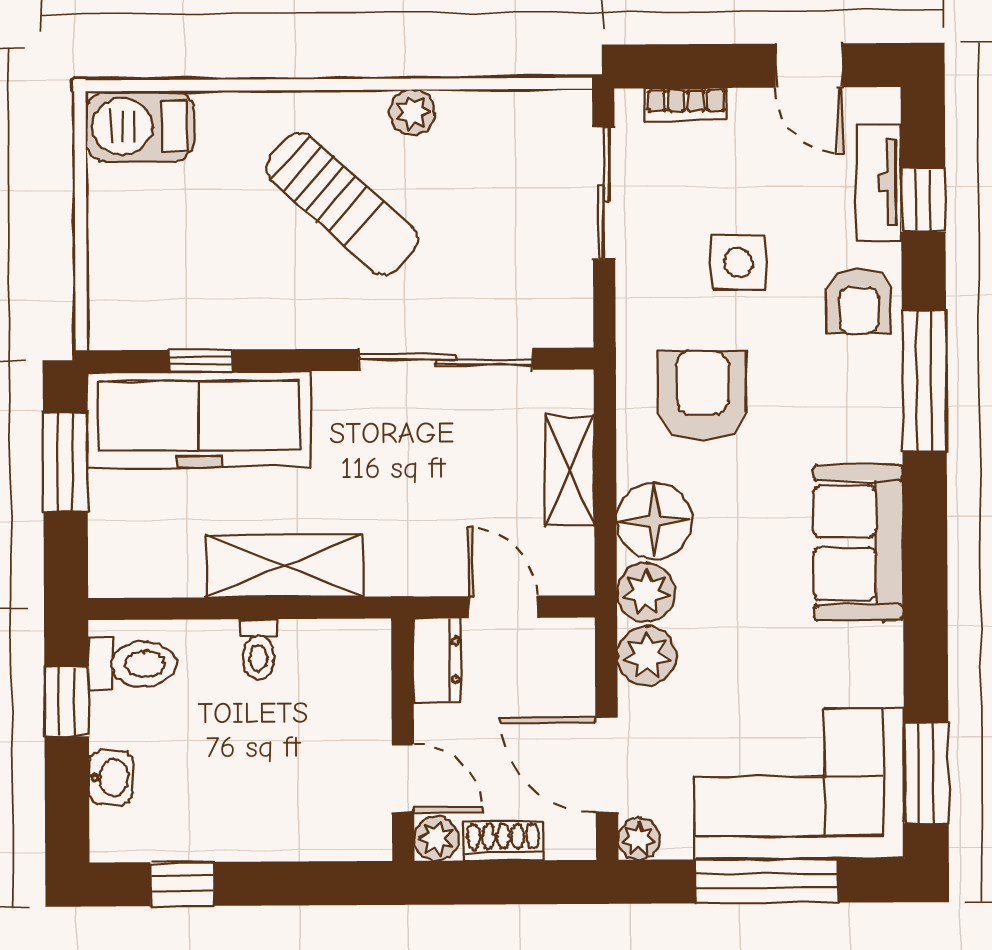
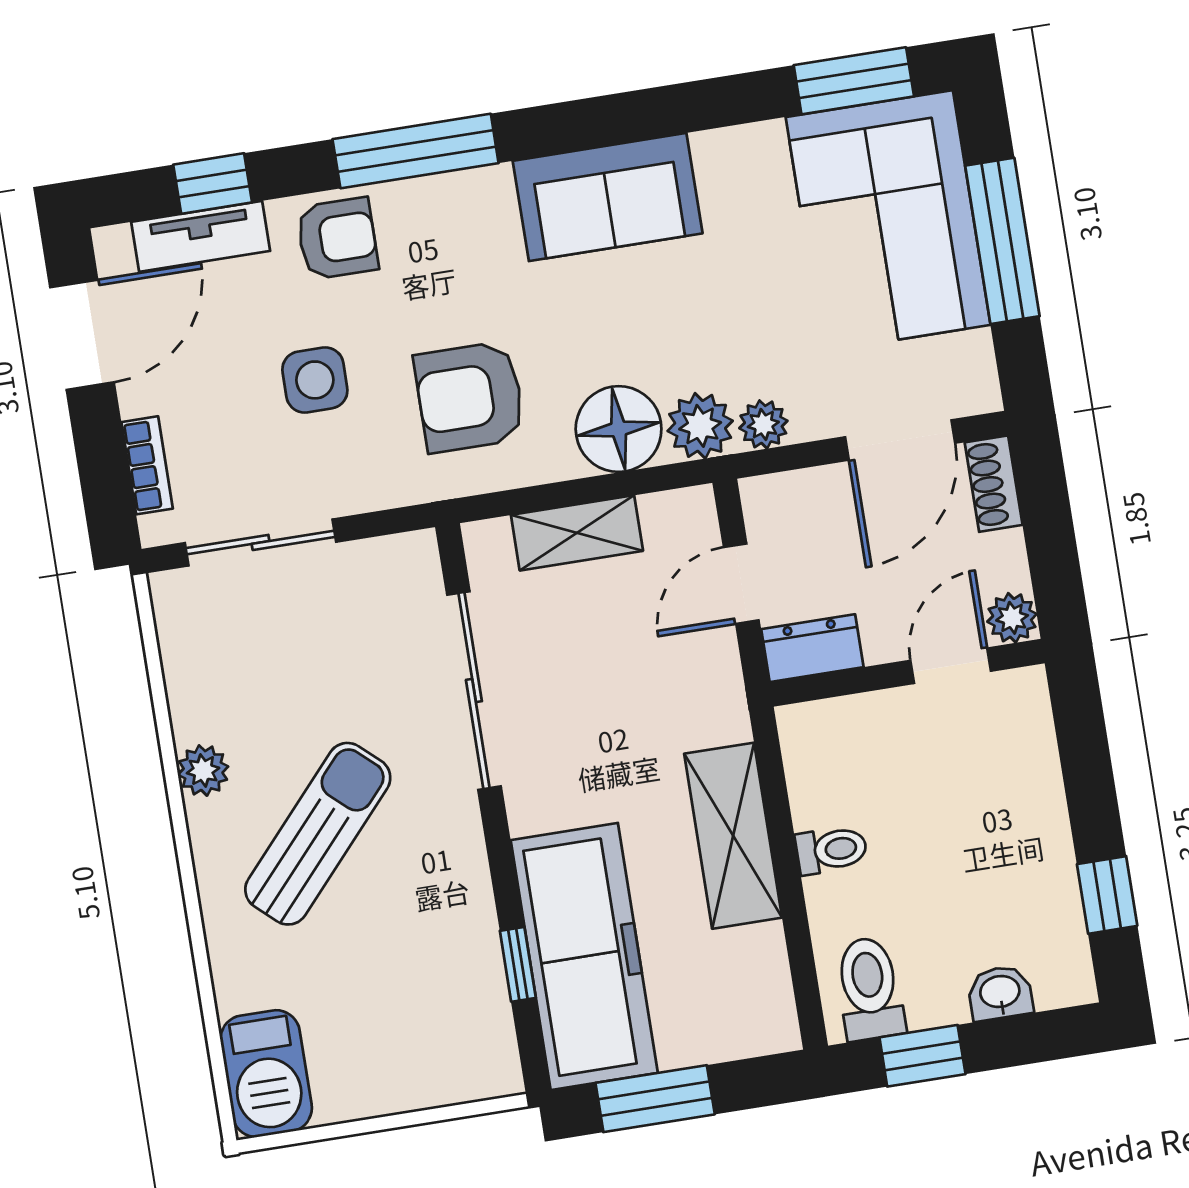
door: (809, 65) -> (82, 335), width x1.38
plant: (647, 656) -> (763, 424), width x0.73, depth x0.73
plant: (639, 839) -> (977, 391), removed
shoe rack: (503, 841) -> (994, 484), moved

